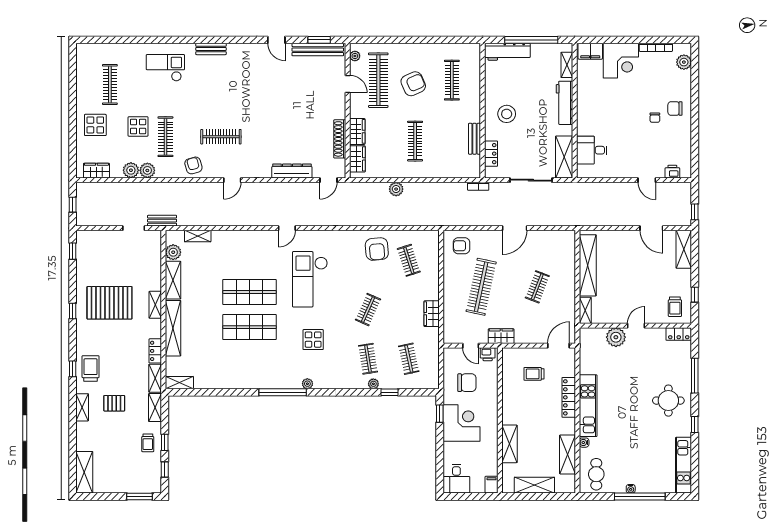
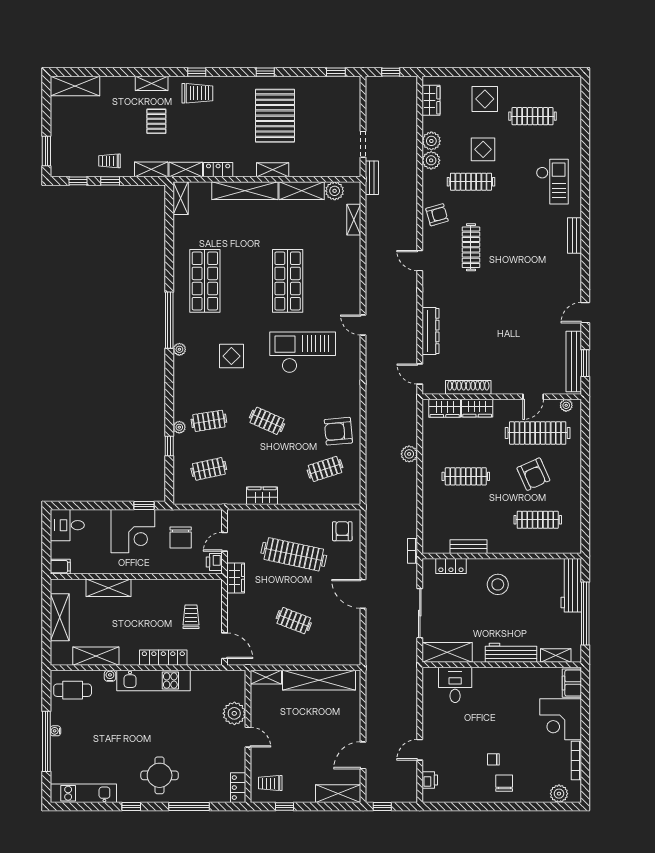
shop shelf: (250, 327) -> (205, 281), moved

